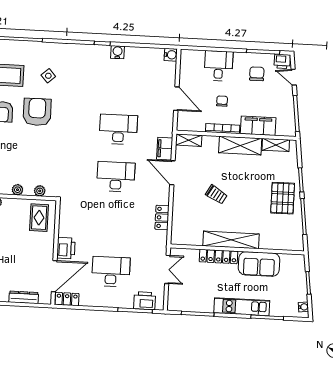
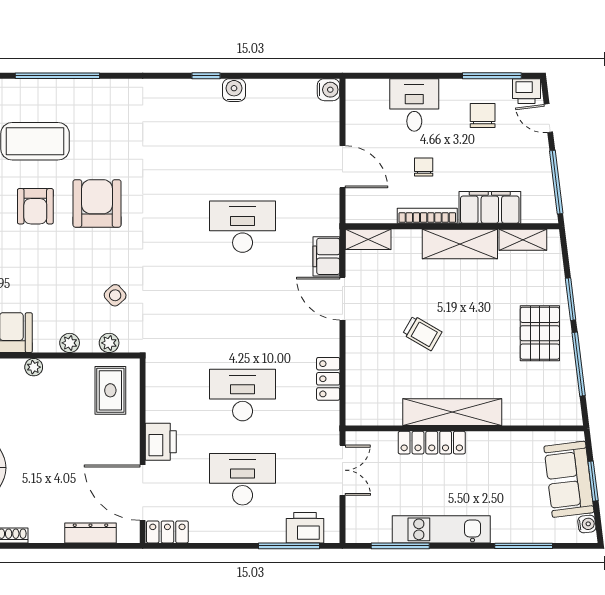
side table: (48, 76) -> (115, 295), moved
desk: (116, 177) -> (243, 395), moved
sofa: (259, 264) -> (569, 479), moved, turned 83
door: (54, 276) -> (143, 493), swing flipped
kitchen unit: (242, 307) -> (441, 529), moved

